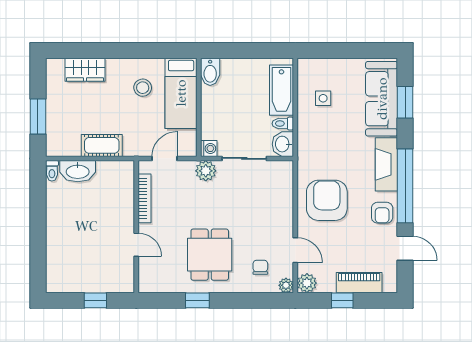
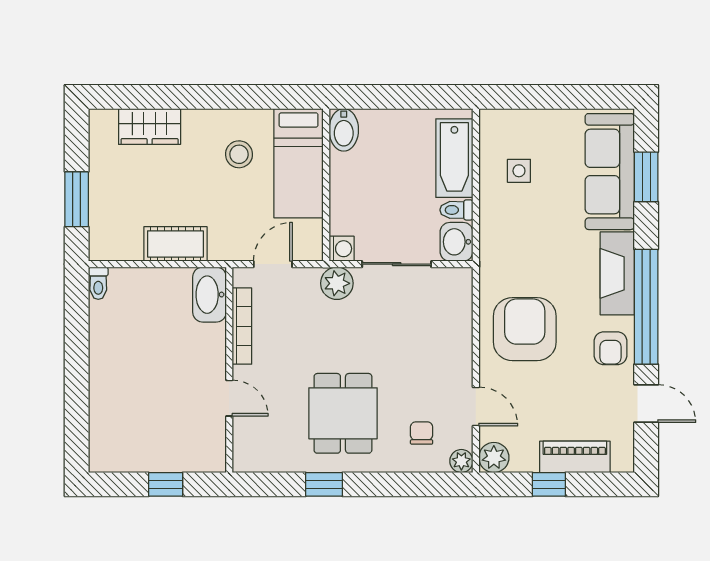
washbasin: (78, 171) -> (209, 295), moved, turned 90

